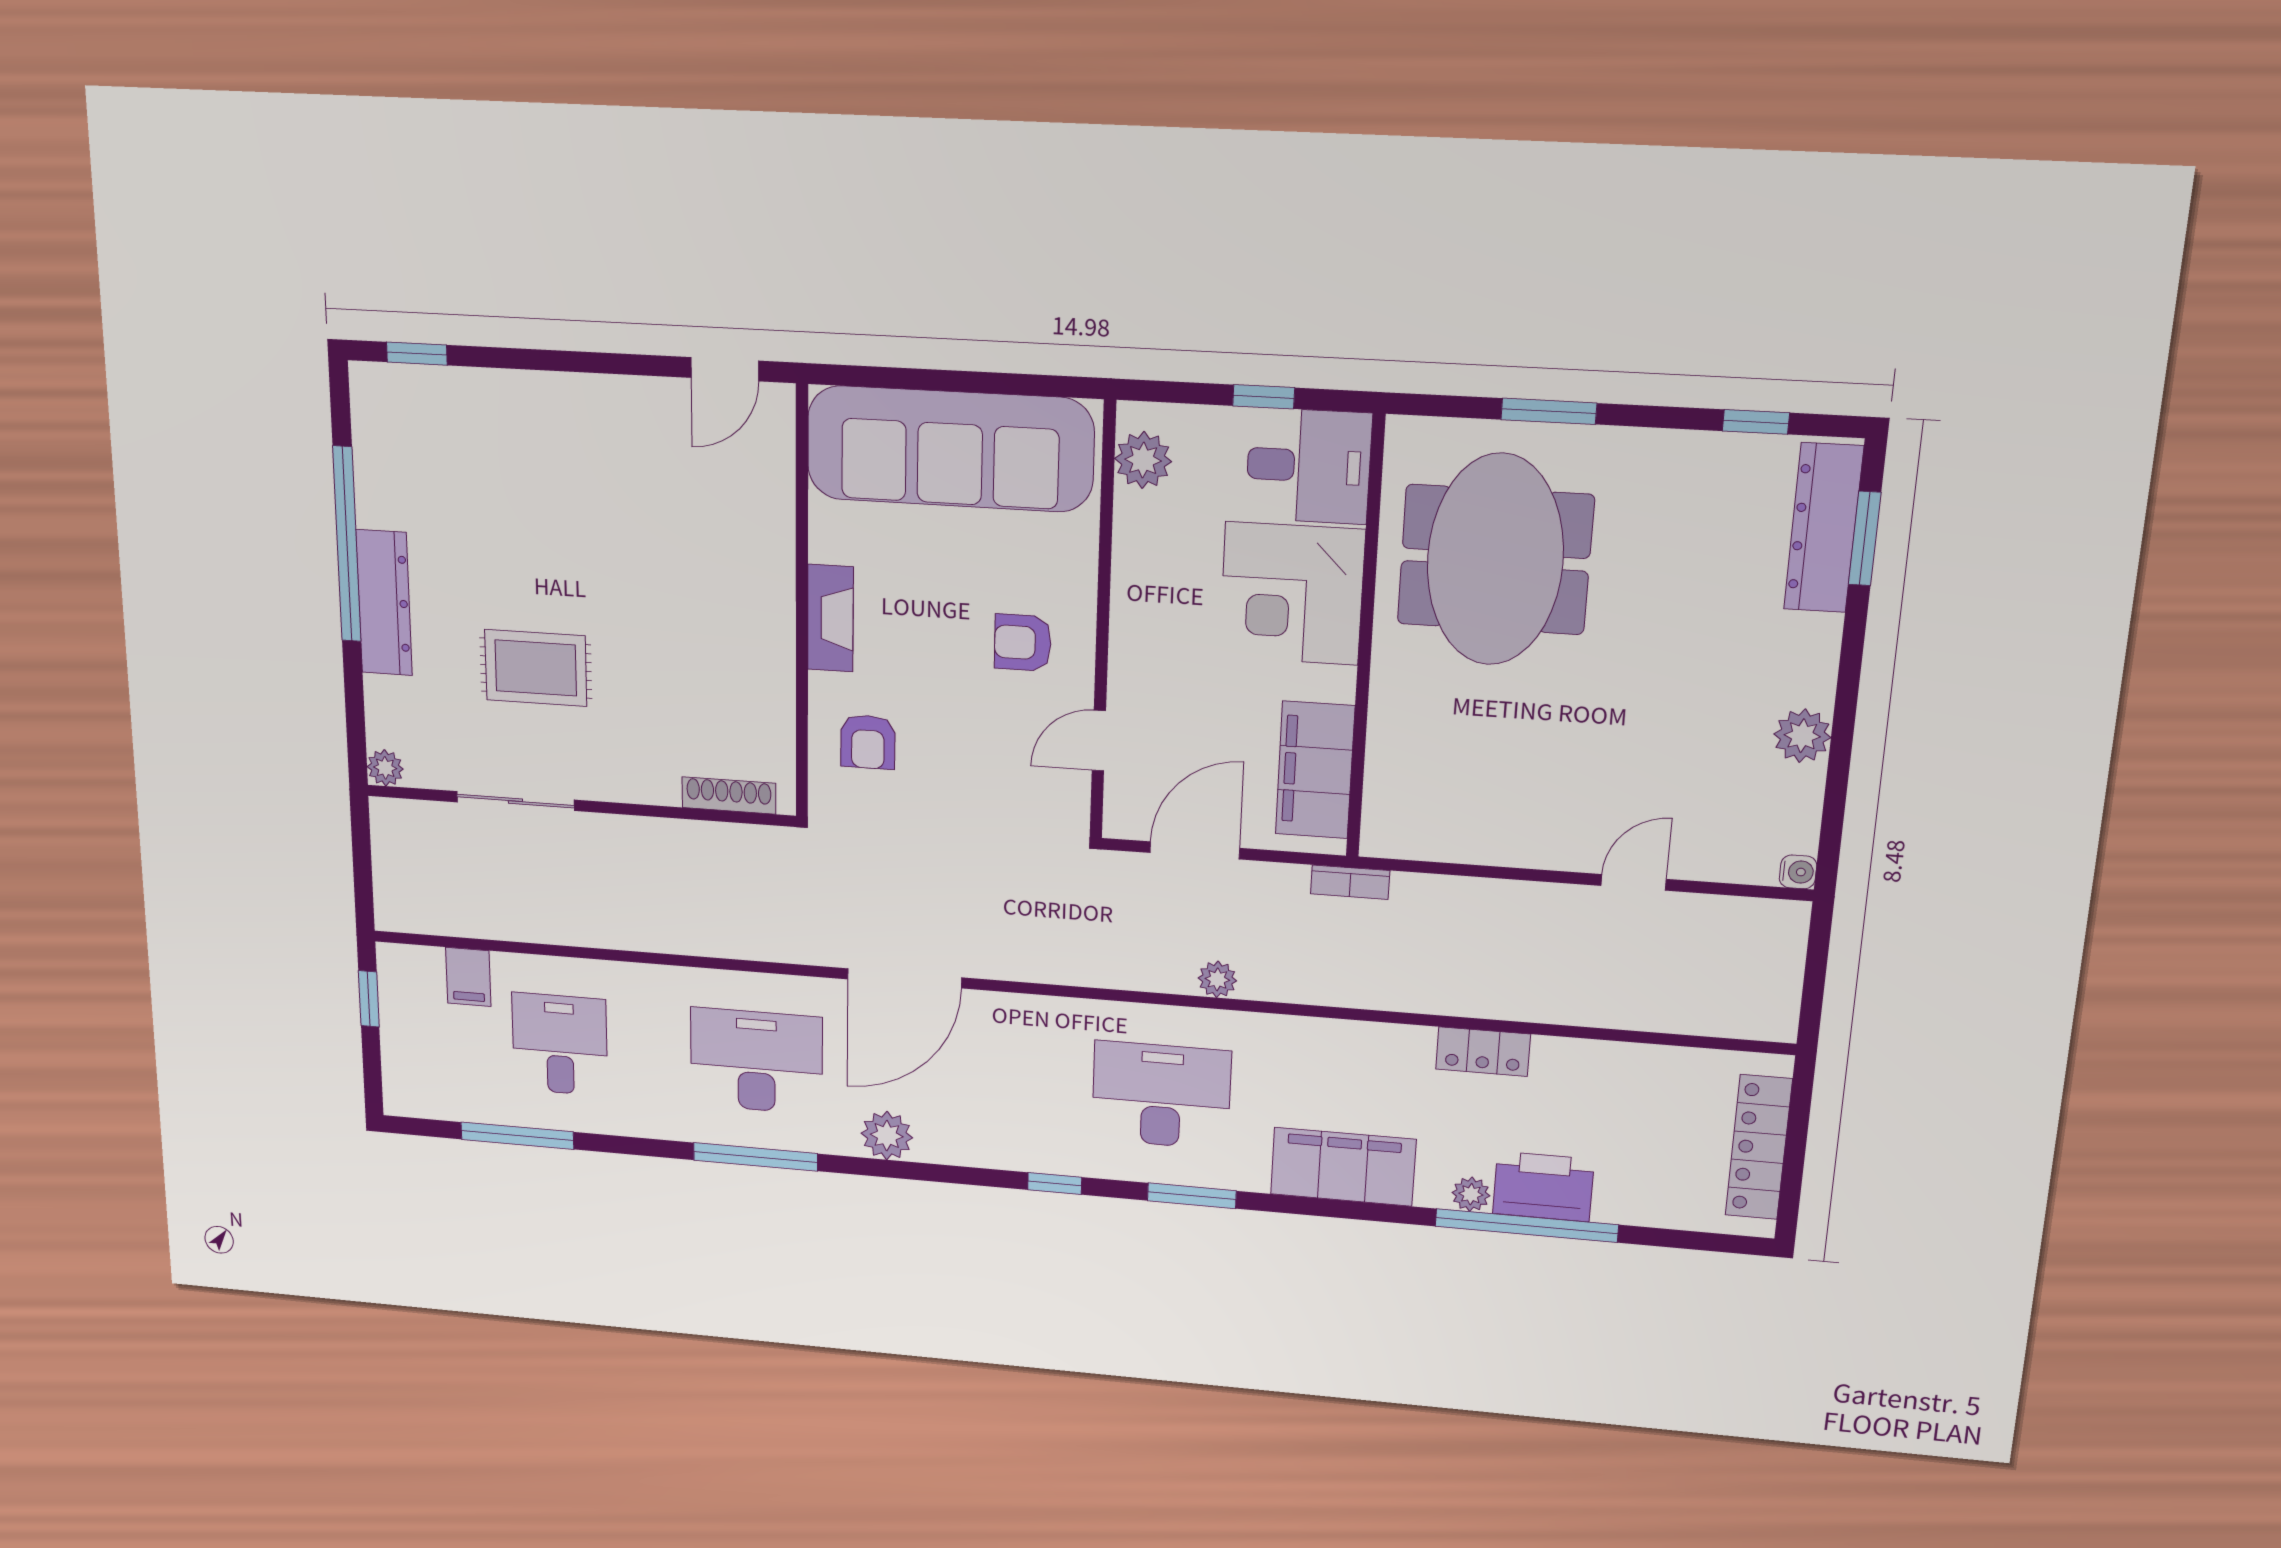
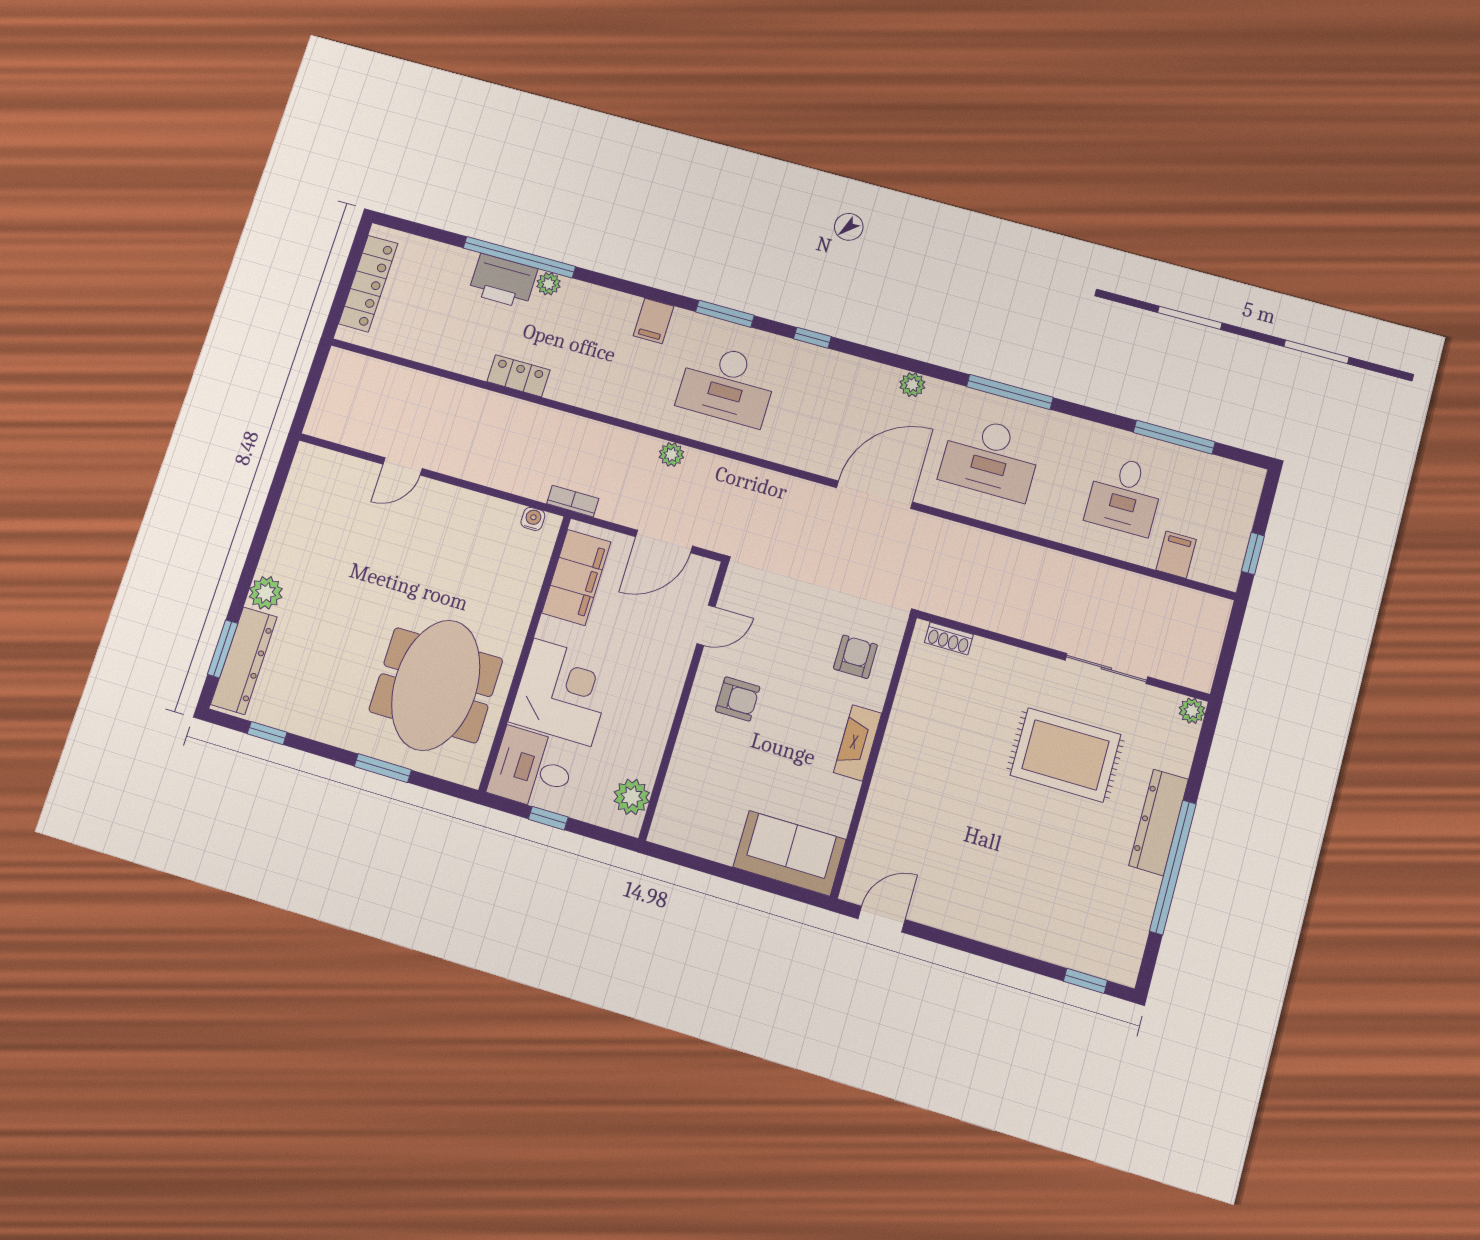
sofa: (950, 449) -> (789, 853), width x0.54, depth x0.79
rug: (536, 668) -> (1066, 755), width x1.36, depth x1.43
plant: (1802, 736) -> (266, 593), moved
shoe rack: (729, 795) -> (949, 638), width x0.70
water cooler: (1798, 872) -> (533, 519), moved, turned 90
plant: (887, 1136) -> (912, 385), width x0.73, depth x0.73
filing cabinet: (1343, 1167) -> (653, 321), width x0.33, depth x0.86

